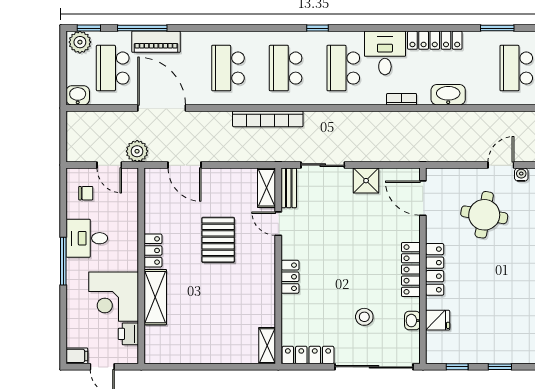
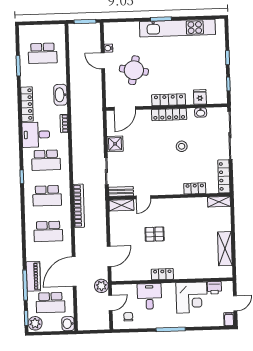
desk: (87, 238) -> (149, 296), moved, turned 180
pallet: (218, 240) -> (155, 234), width x0.67, depth x0.71
locker: (290, 277) -> (195, 188), moved
shelving: (155, 297) -> (225, 249), moved, turned 90
stool: (364, 317) -> (182, 146), moved

